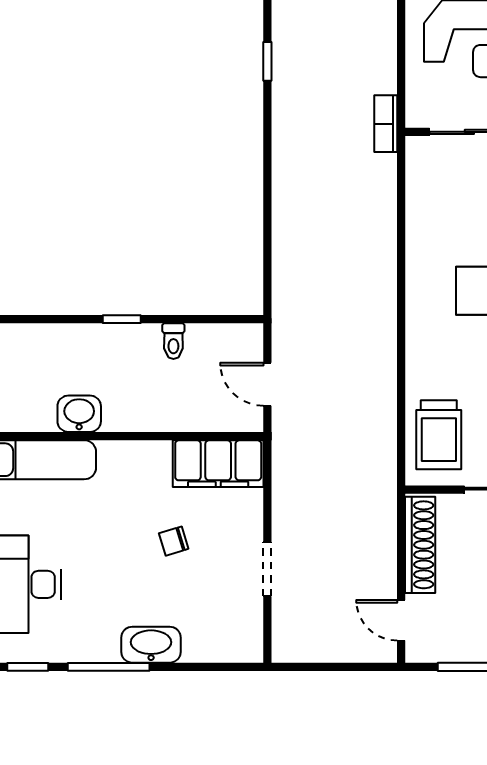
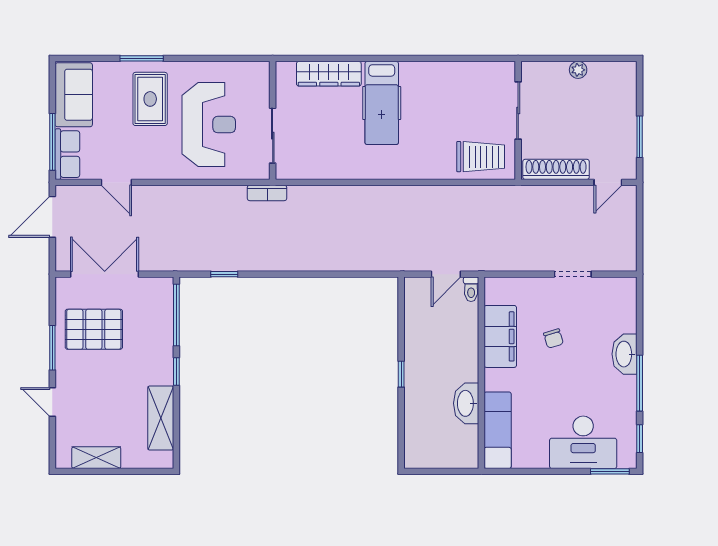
toilet: (173, 341) -> (471, 289), moved, turned 90
washbasin: (79, 414) -> (466, 403), width x1.38
filing cabinet: (218, 464) -> (500, 336), moved

